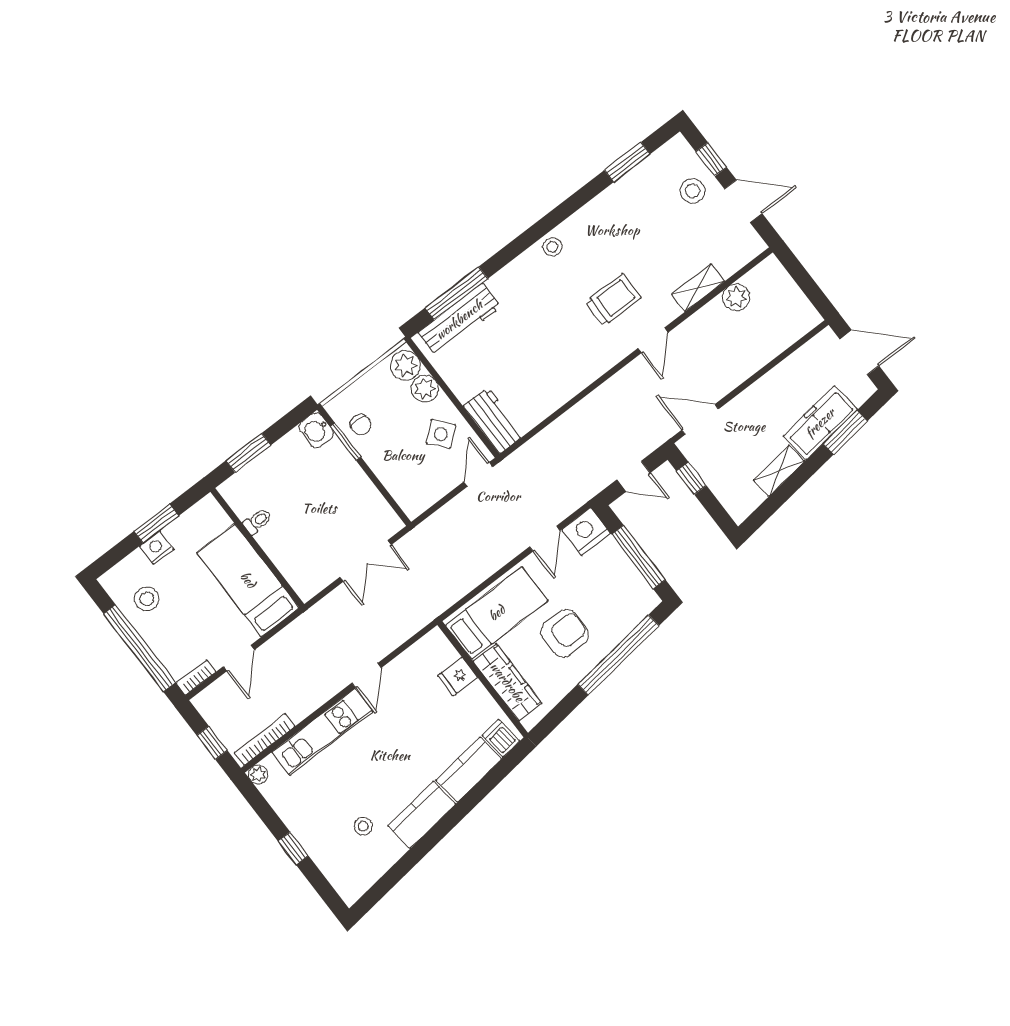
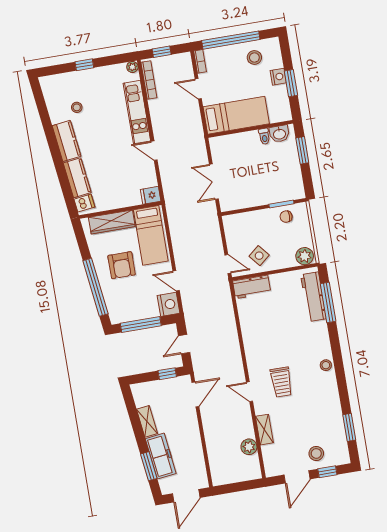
plant: (425, 389) -> (287, 260), removed
washbasin: (316, 430) -> (279, 134), moved, turned 180
fridge: (458, 677) -> (151, 195), moved, turned -90

